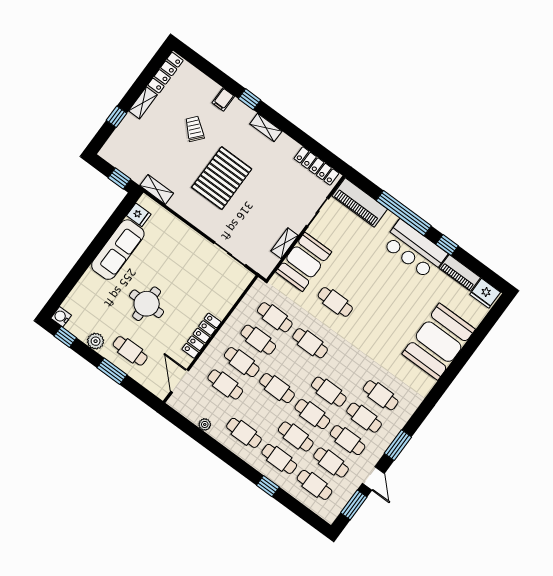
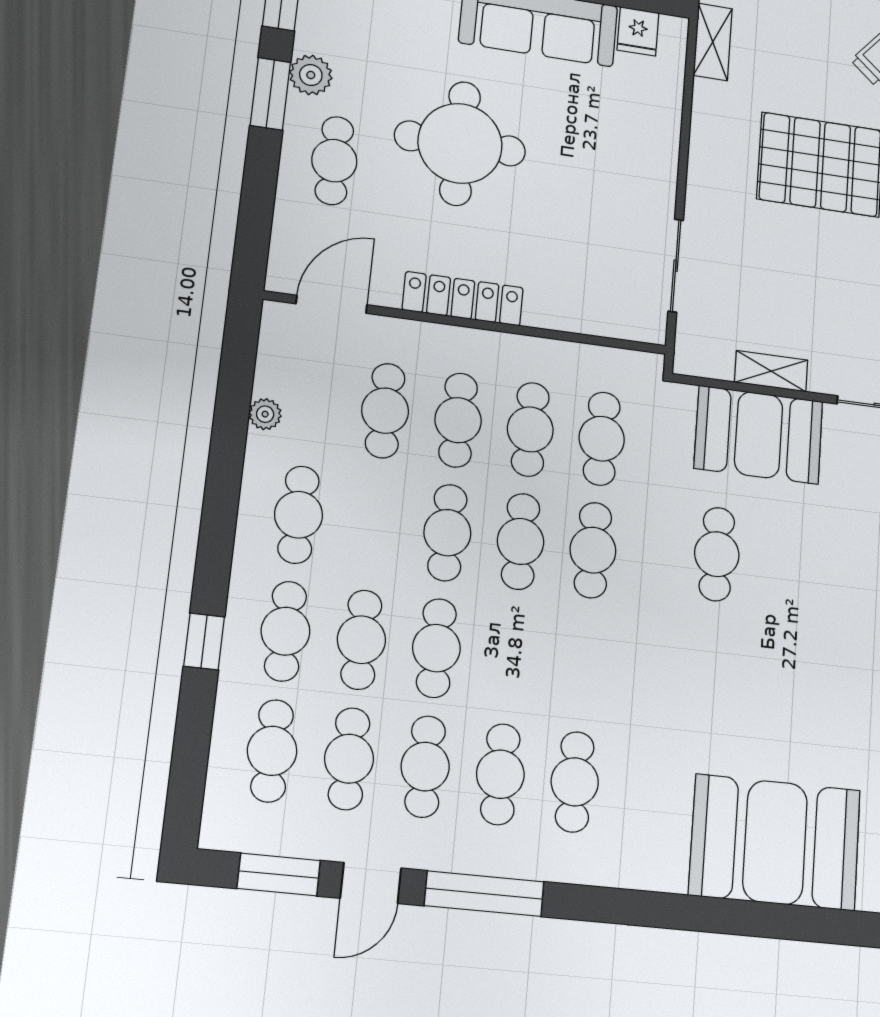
round table: (147, 304) -> (460, 143), width x1.36, depth x1.36
window: (112, 371) -> (270, 94), moved
cafe table: (329, 392) -> (521, 541), moved
window: (398, 445) -> (484, 894), width x1.44

